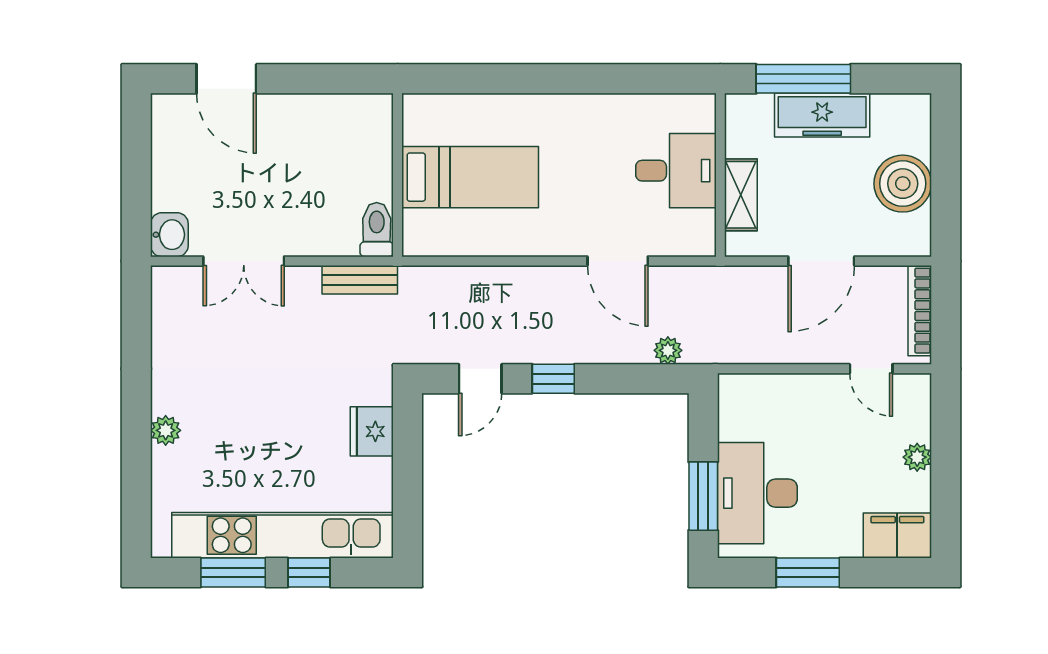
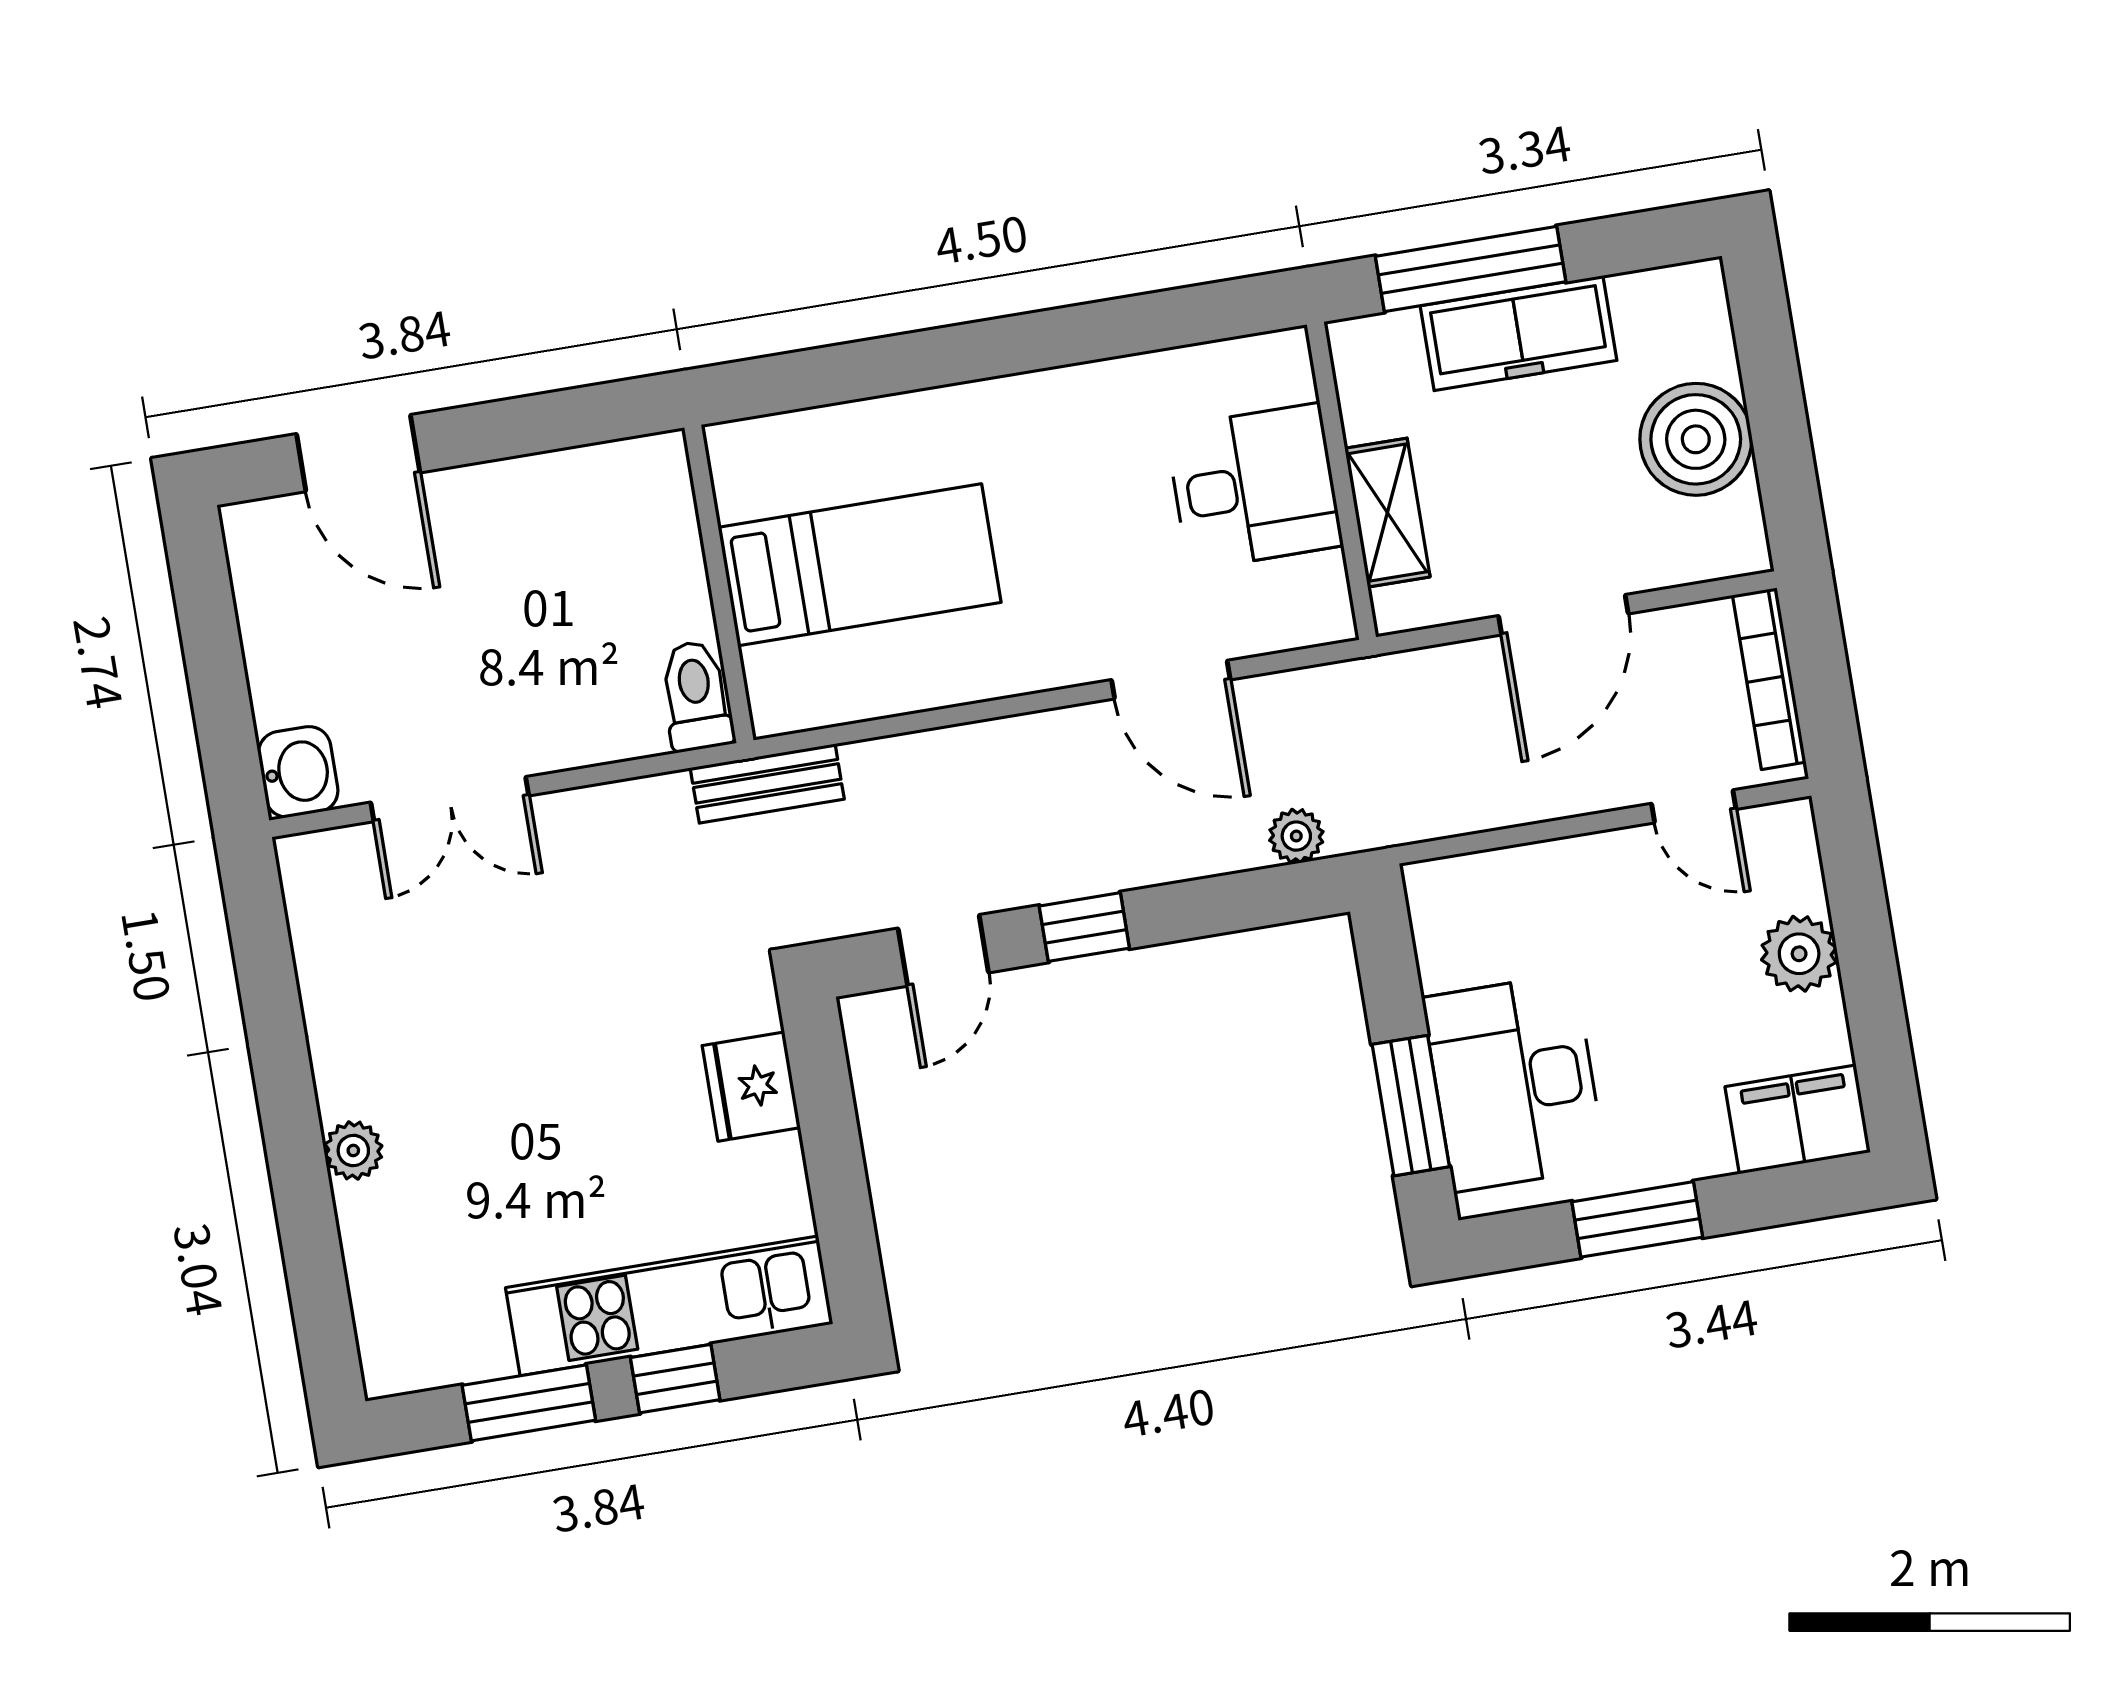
bench: (360, 280) -> (767, 783), moved
plant: (917, 457) -> (1799, 954), width x1.38, depth x1.38
kitchen unit: (283, 535) -> (669, 1306), width x0.73

